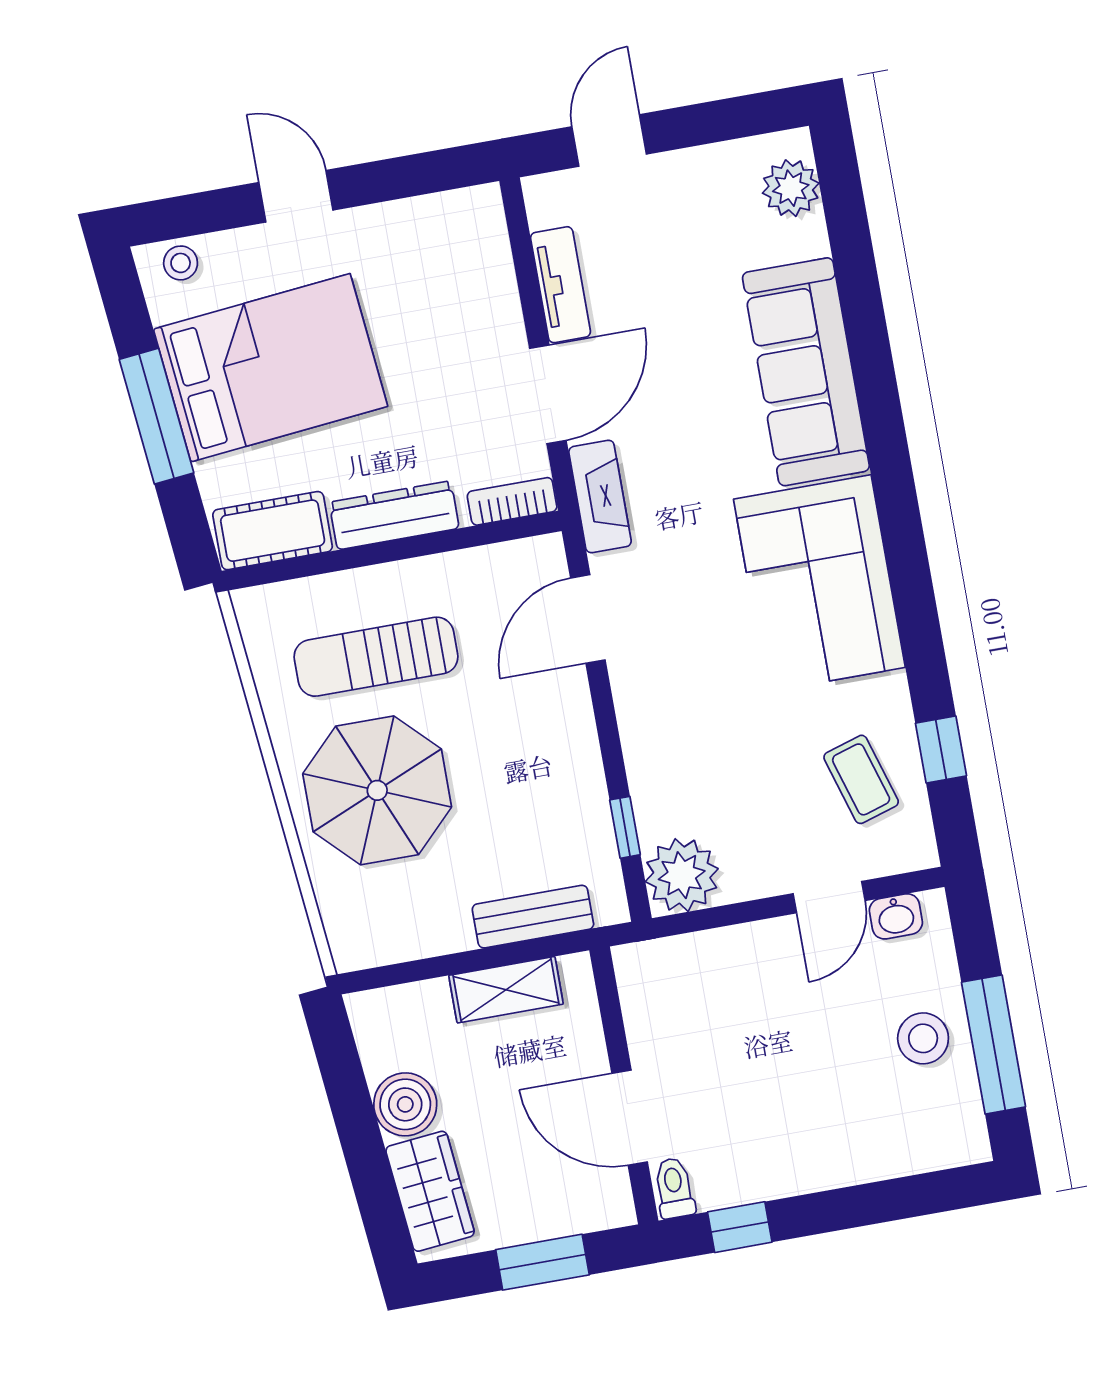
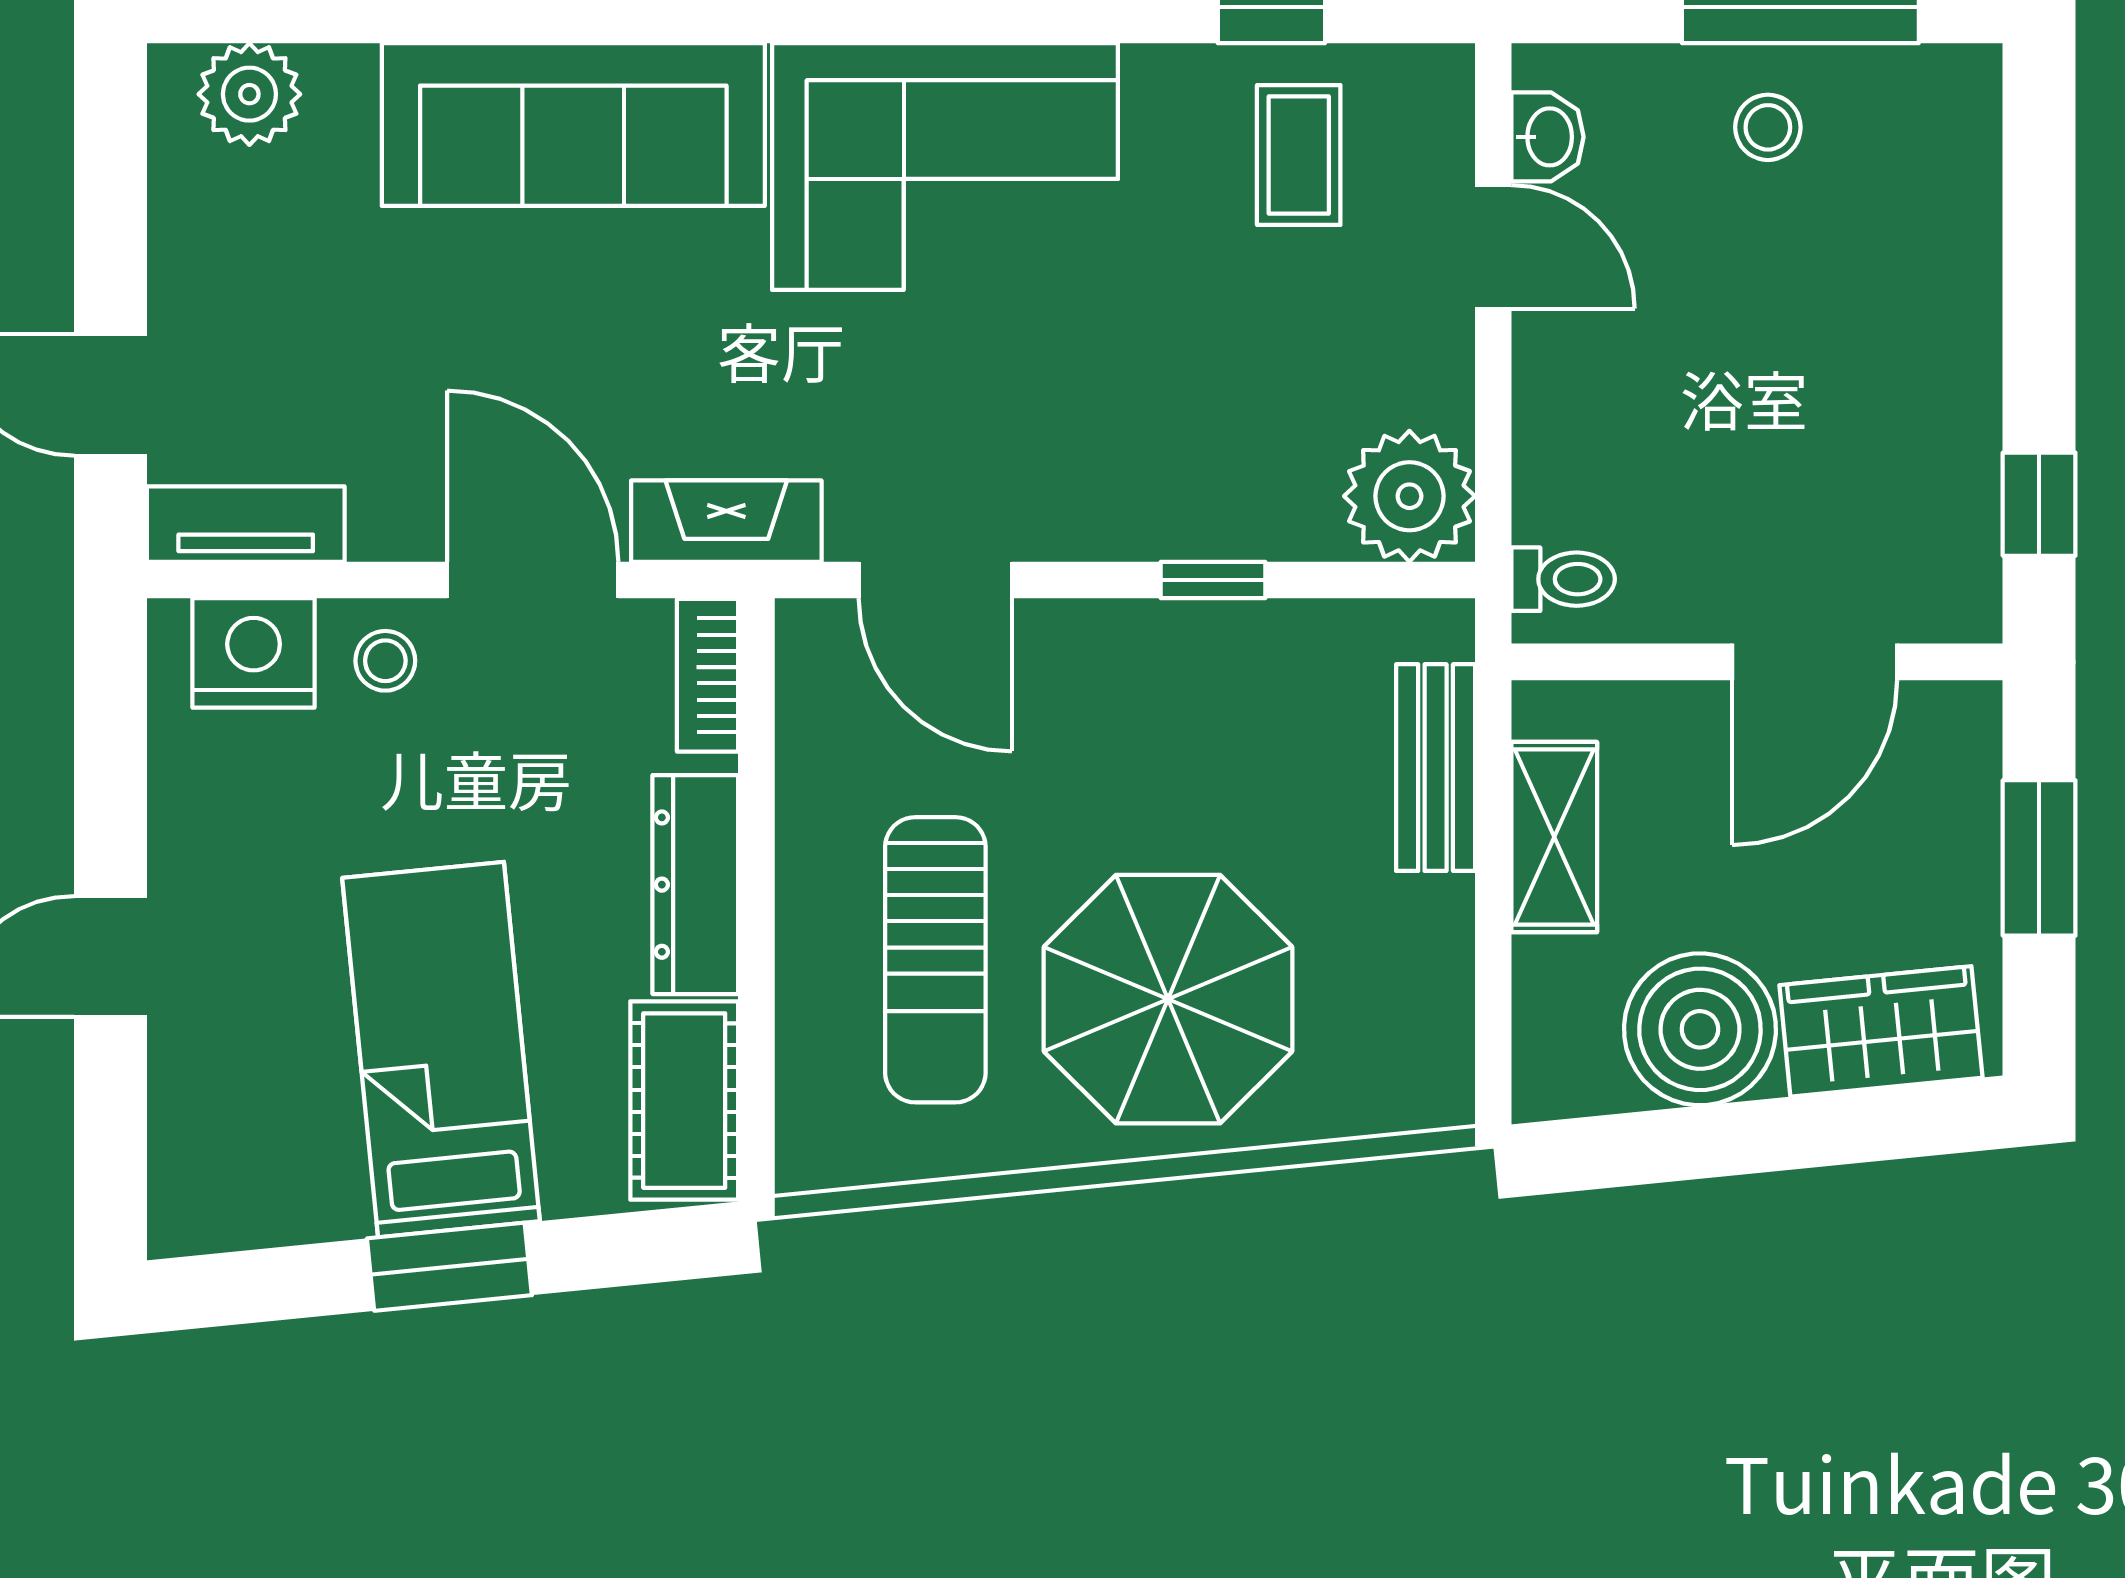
nightstand: (479, 246) -> (254, 653), added
stool: (181, 263) -> (385, 661), moved
tv unit: (561, 285) -> (246, 524), moved
bed: (271, 368) -> (441, 1050), width x0.67
window: (157, 416) -> (449, 1267), width x0.69
coffee table: (861, 779) -> (1299, 155), turned -73
window: (625, 827) -> (1213, 580), moved
stool: (923, 1038) -> (1768, 127), width x0.73, depth x0.73
boiler: (405, 1104) -> (1700, 1029), width x1.37, depth x1.37
toilet: (674, 1188) -> (1563, 579), moved, turned 180

